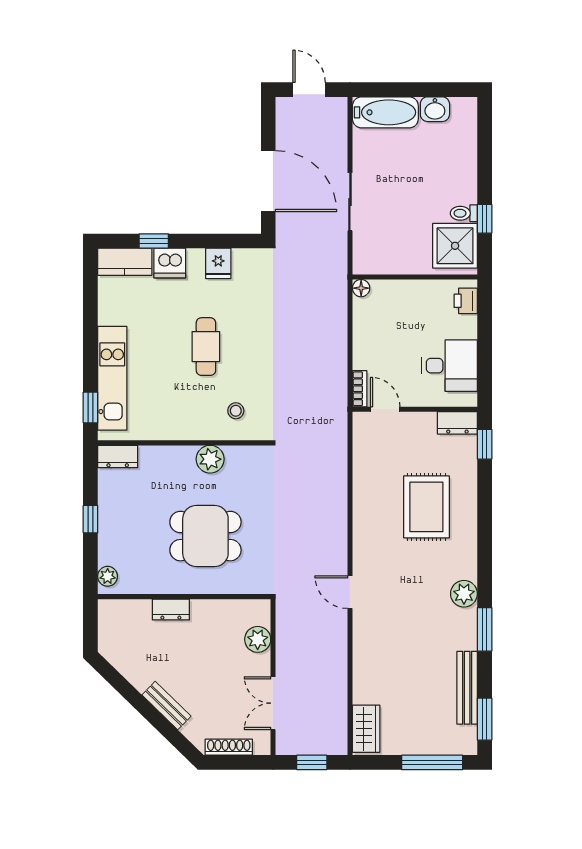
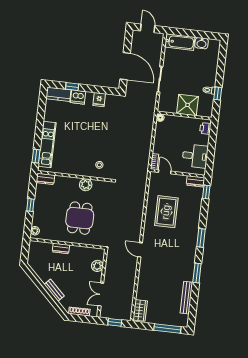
shower: (455, 246) -> (188, 105), moved
cafe table: (206, 347) -> (90, 135), removed
rug: (426, 507) -> (166, 212), moved
dining table: (205, 536) -> (80, 218), turned 90
plant: (464, 594) -> (190, 256), removed
window: (485, 719) -> (201, 238), moved

